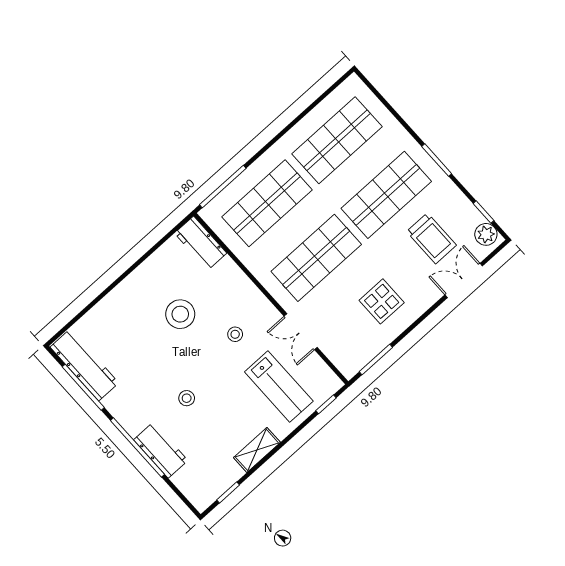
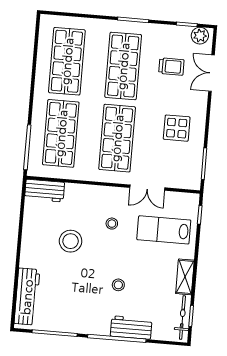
trolley: (431, 238) -> (171, 67), width x0.73, depth x0.72
workbench: (84, 365) -> (27, 297), moved, turned 90
lab bench: (279, 387) -> (164, 230), turned 180
bicycle: (218, 486) -> (182, 317), added

